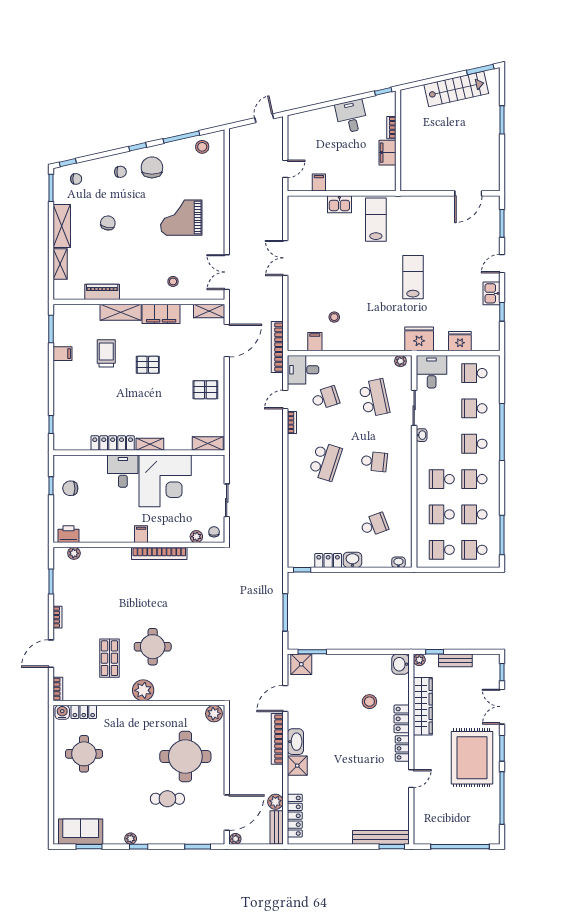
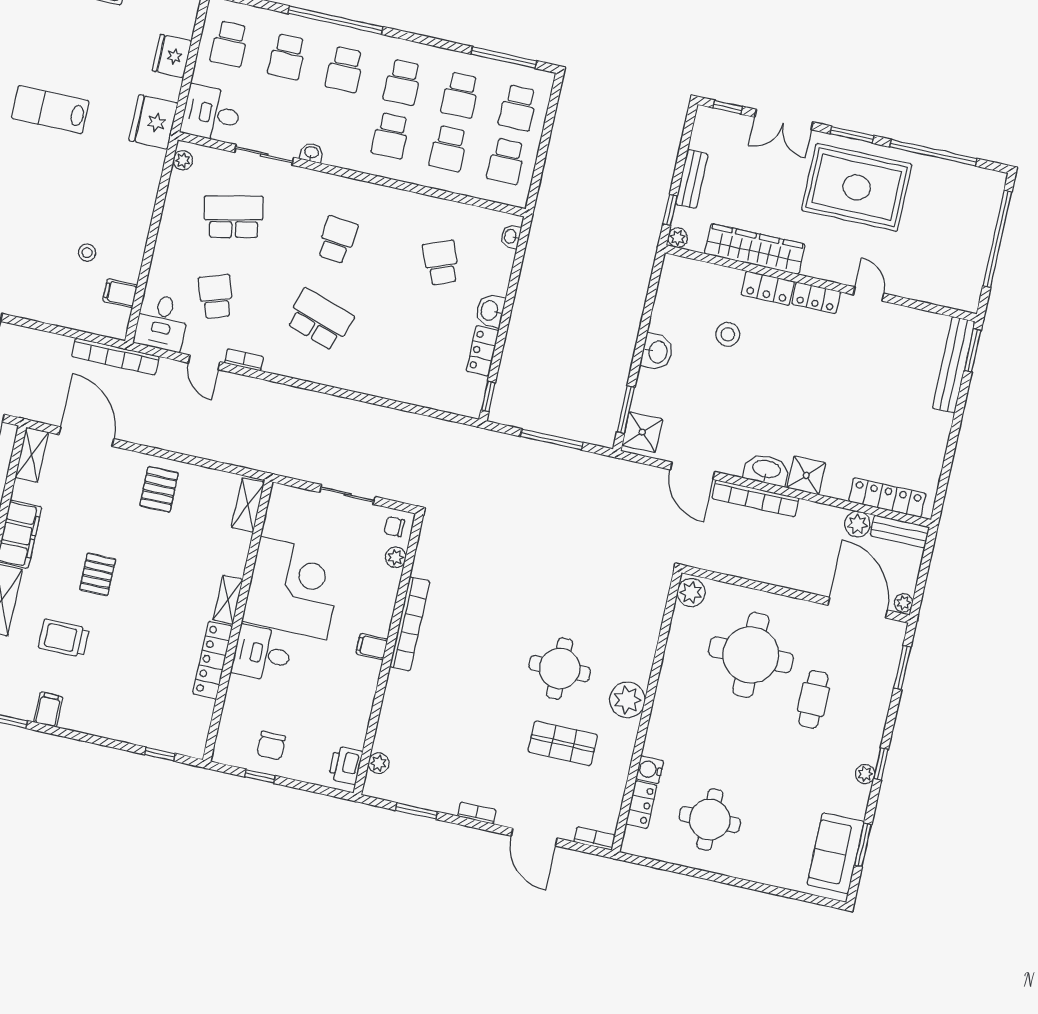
washbasin: (400, 664) -> (657, 352), moved, turned -90
water cooler: (62, 712) -> (650, 770), moved

